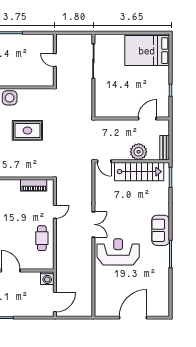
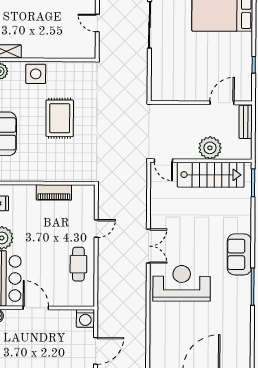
rug: (27, 130) -> (60, 118), turned 90
bench: (165, 148) -> (246, 122), moved
piano: (34, 185) -> (54, 192), moved

